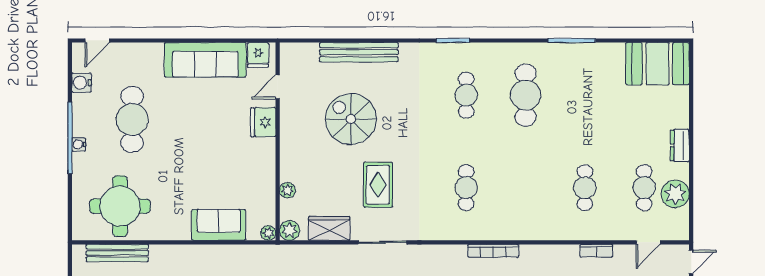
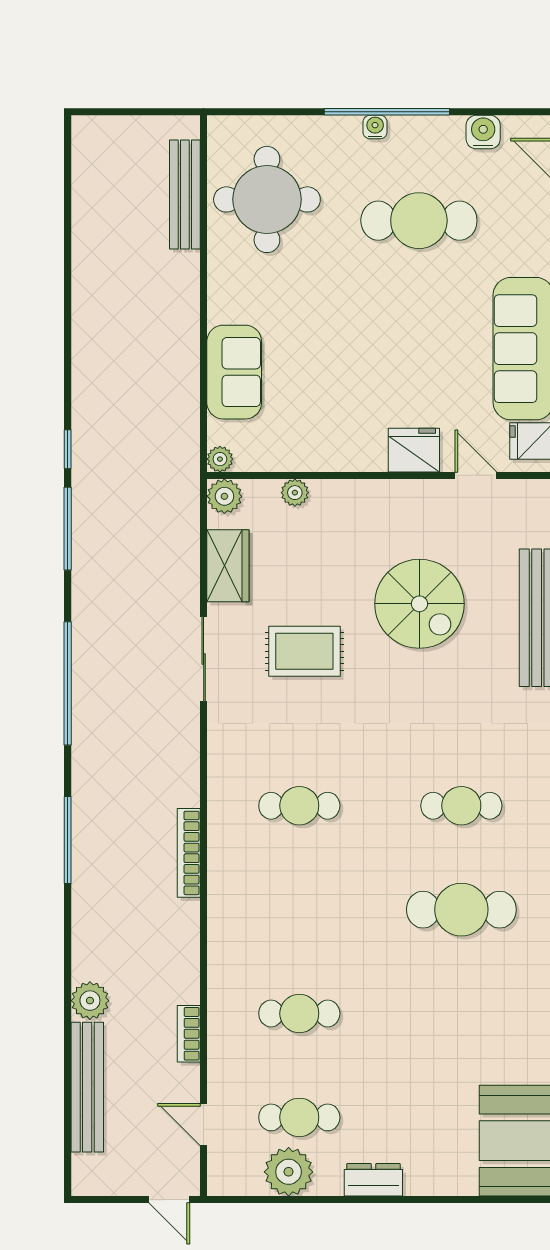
spiral stairs: (351, 119) -> (419, 604), turned 90

